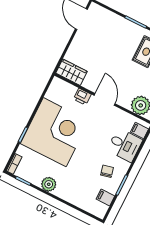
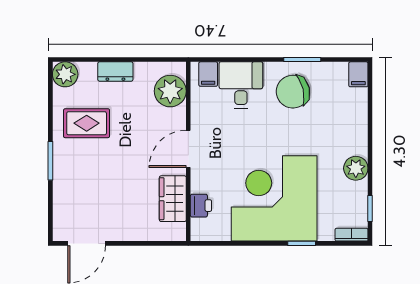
wardrobe: (72, 72) -> (173, 199), moved
printer: (82, 97) -> (201, 206), moved
chair: (107, 171) -> (293, 92), width x1.87, depth x1.87
filing cabinet: (105, 198) -> (358, 74), moved

